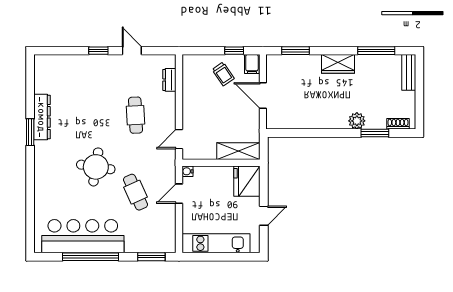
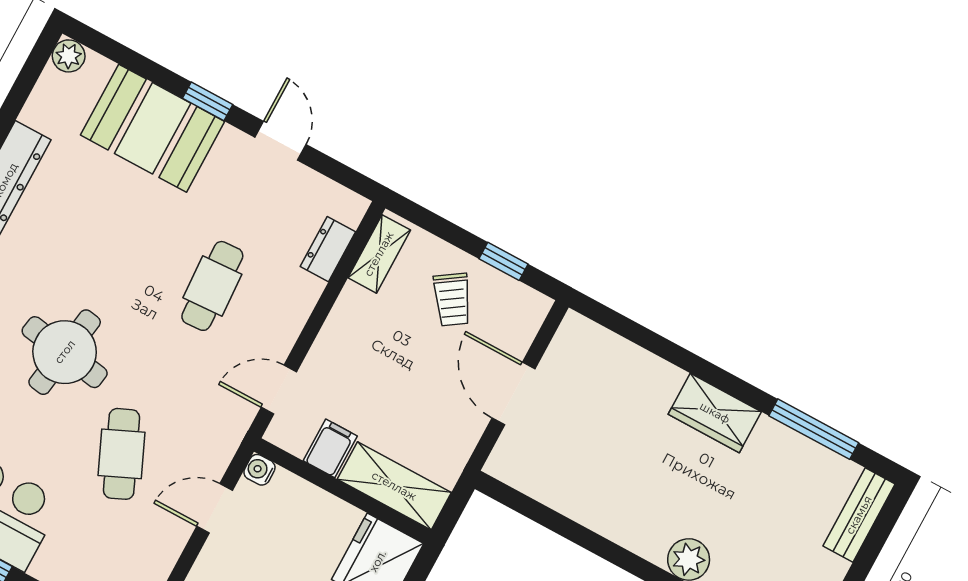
window: (296, 51) -> (638, 334), removed
plant: (40, 61) -> (69, 56), added
filing cabinet: (252, 64) -> (330, 448), moved, turned 180
booth: (84, 71) -> (153, 128), added
shelving: (189, 72) -> (379, 254), added

